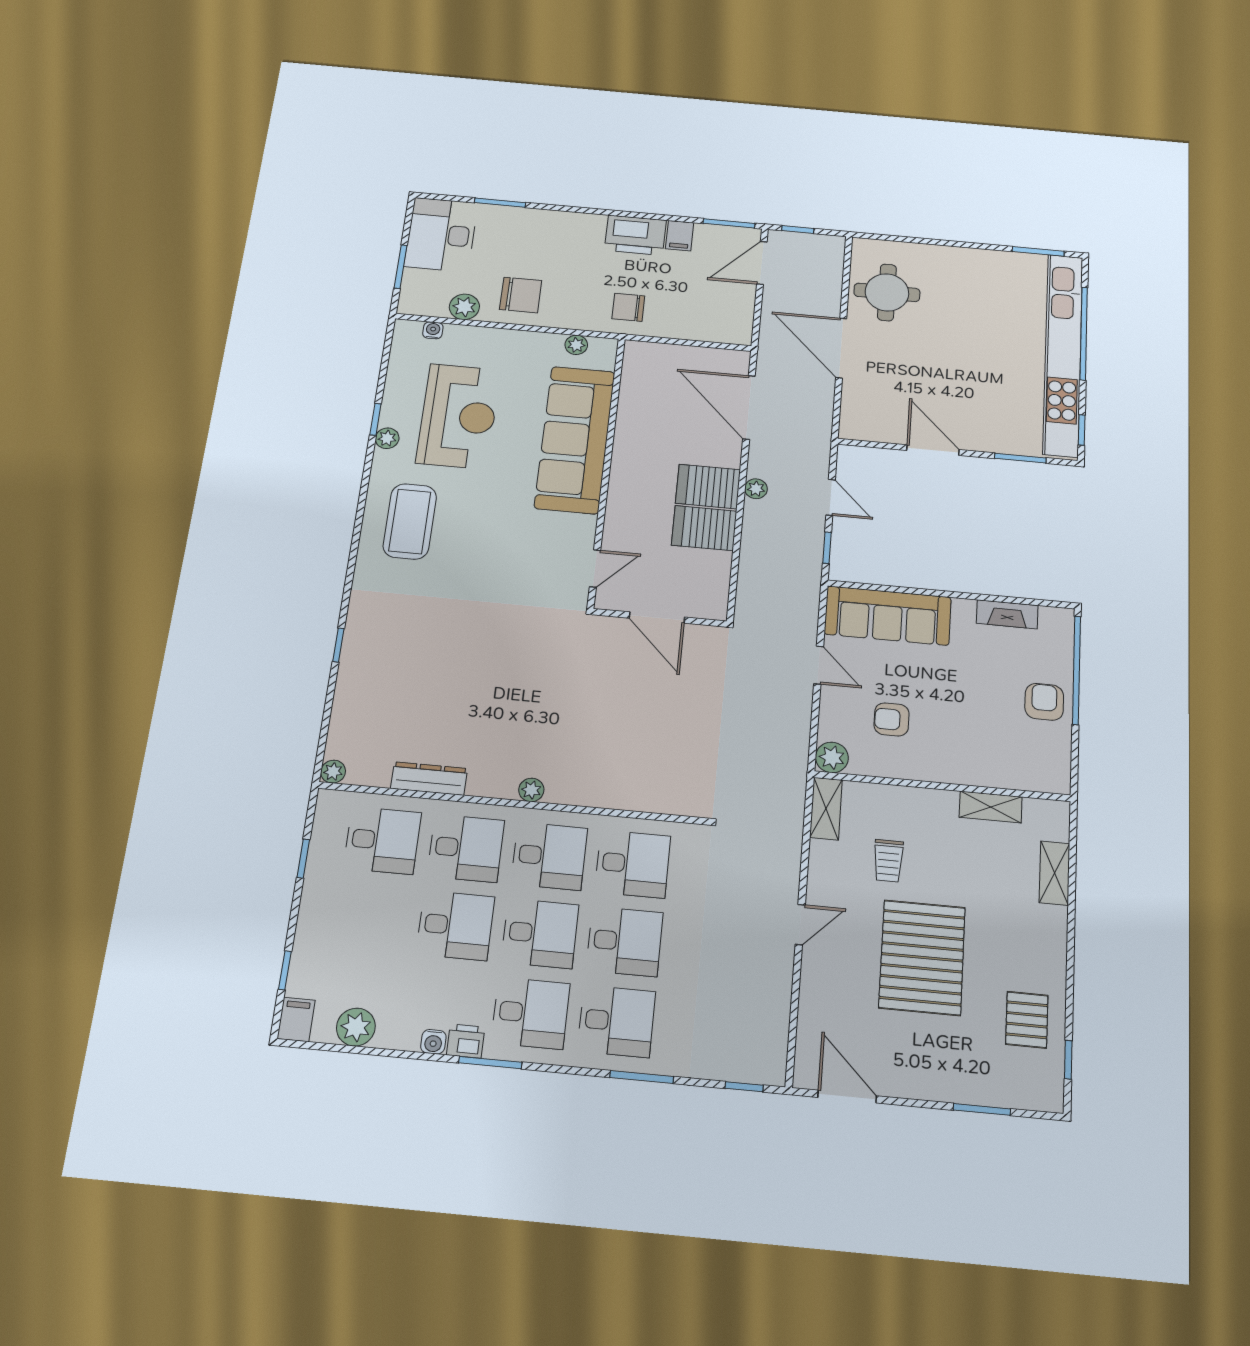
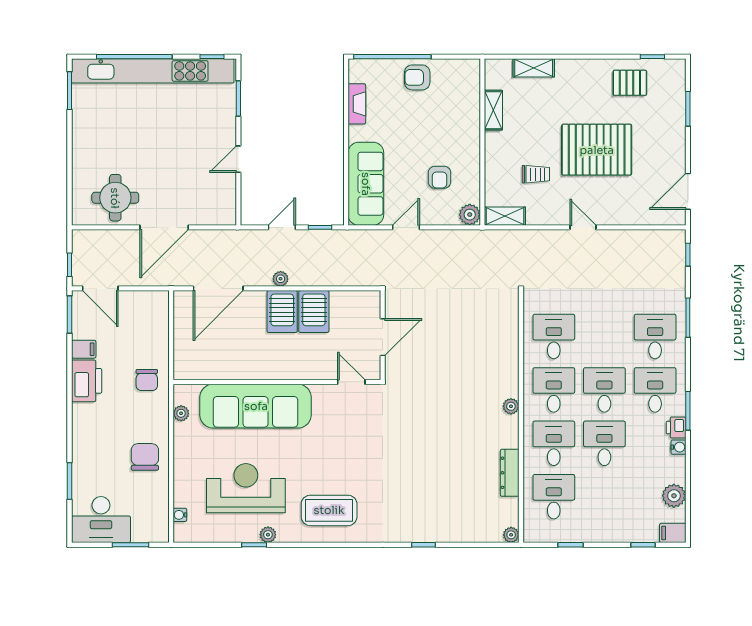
plant: (464, 307) -> (159, 495), removed
door: (933, 450) -> (238, 159), width x0.73
desk: (625, 941) -> (604, 337), removed

